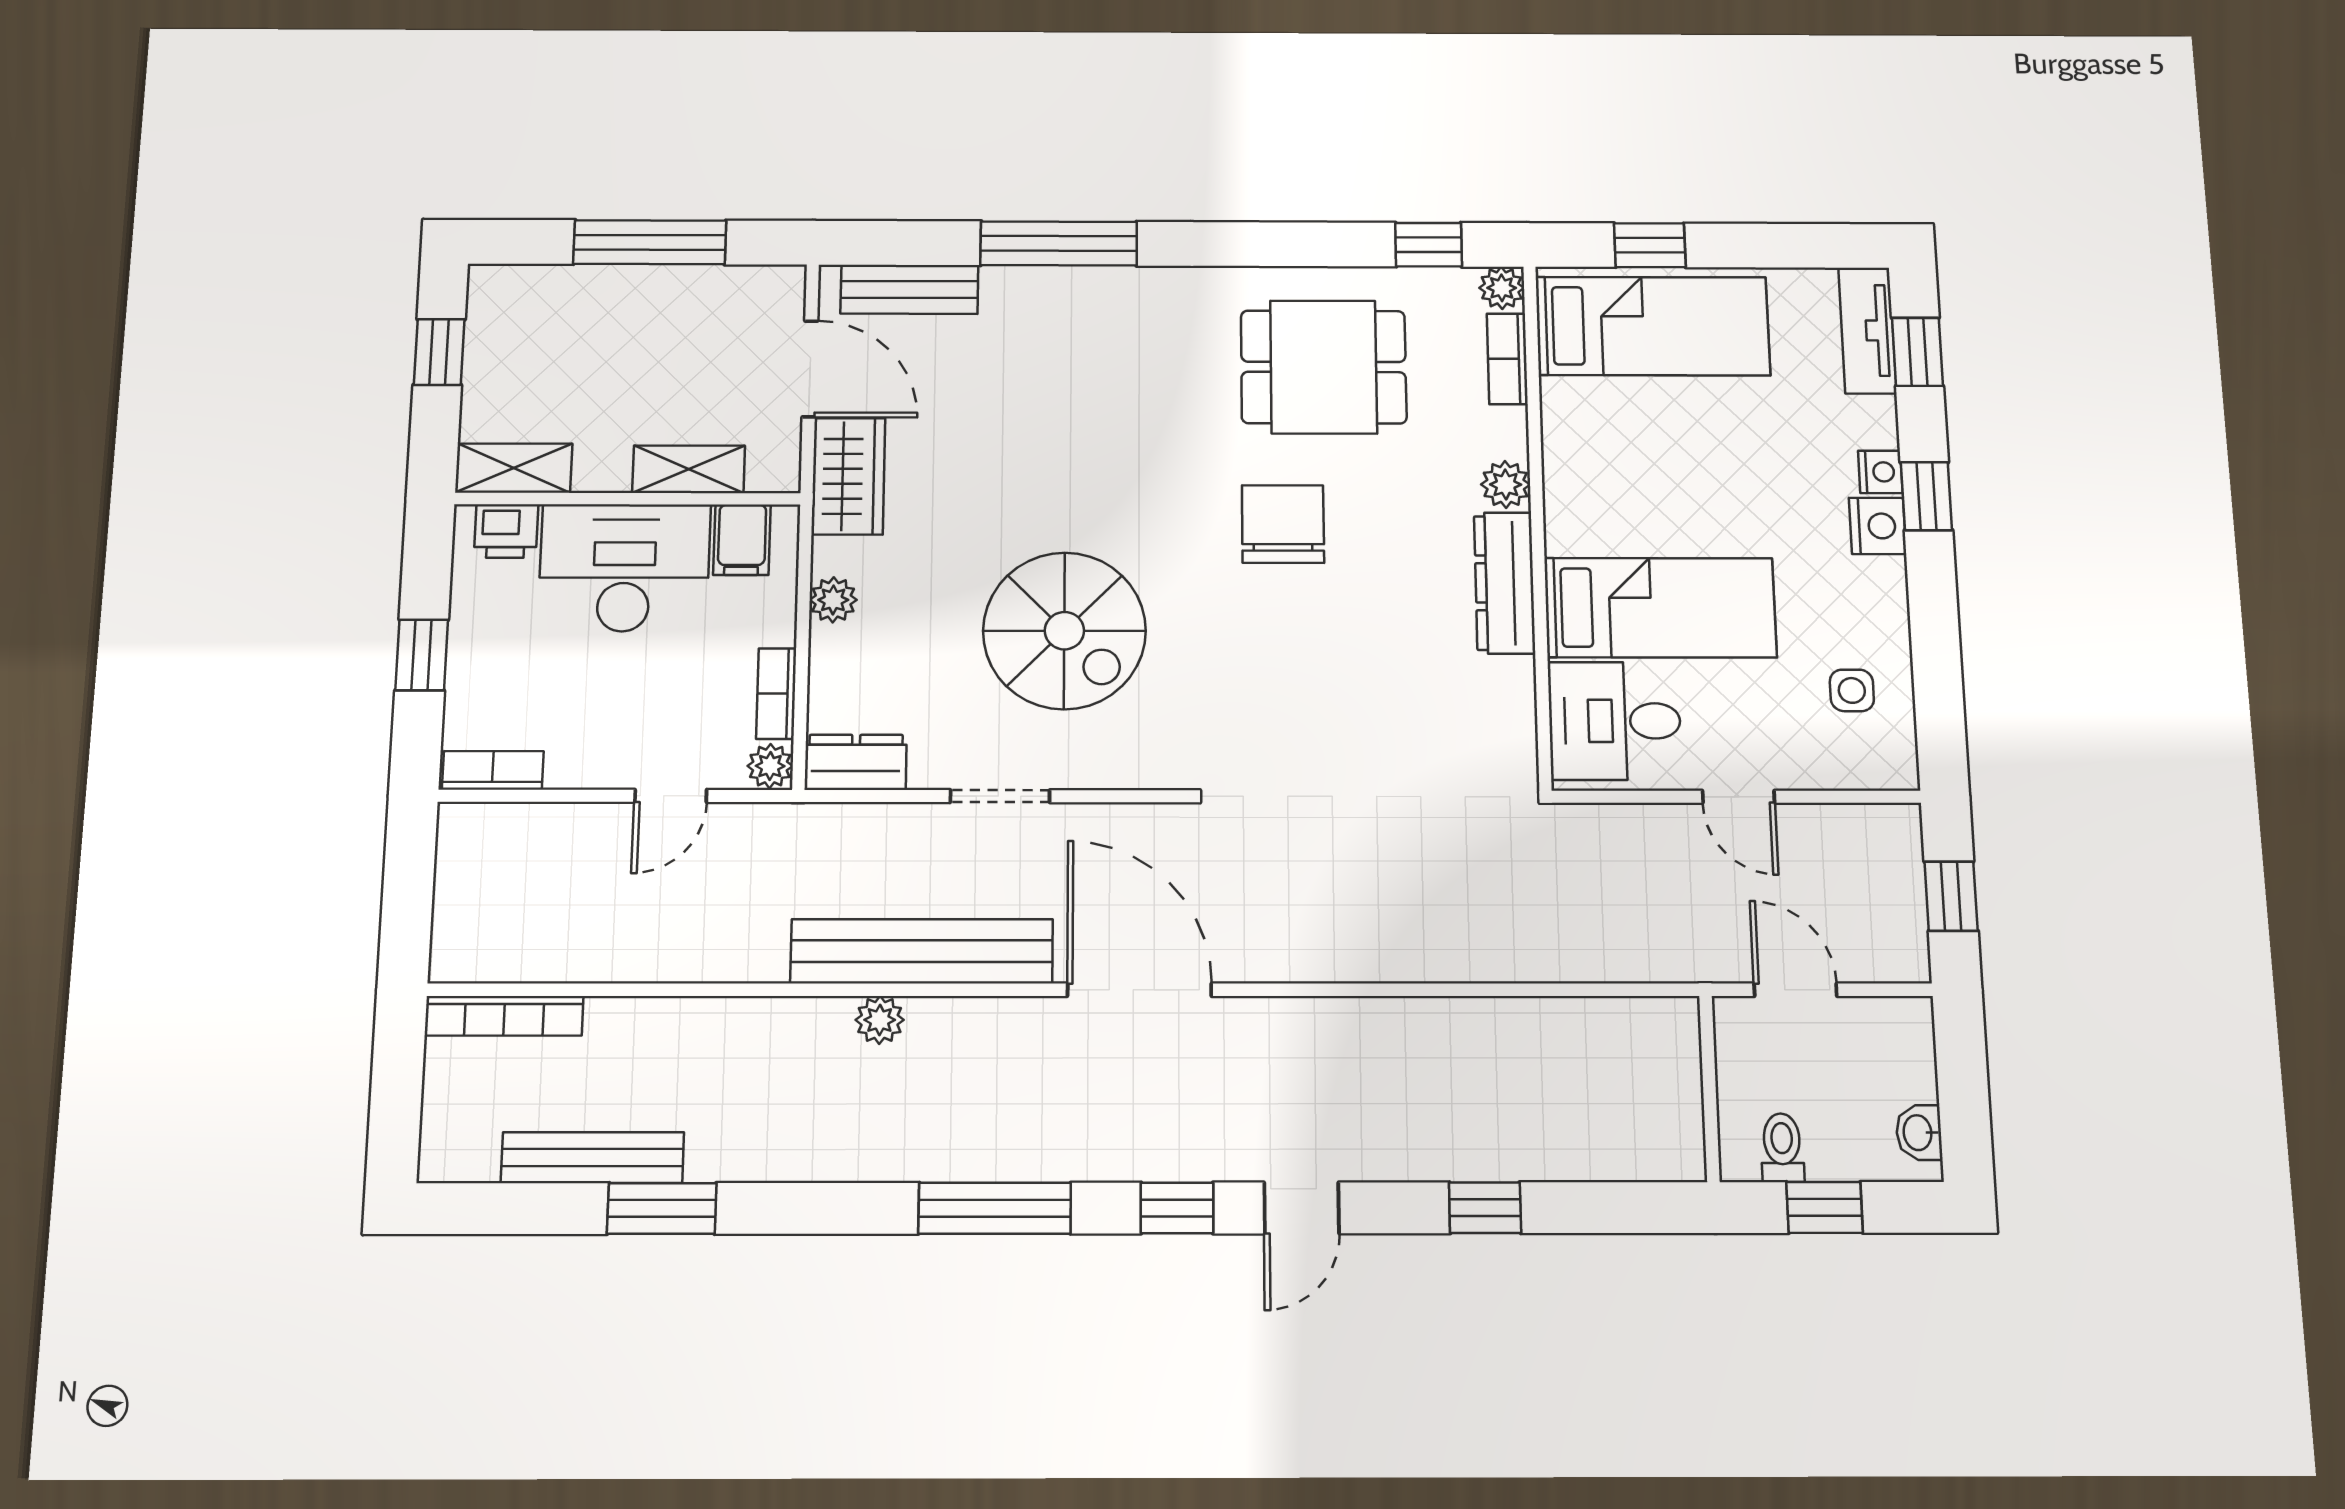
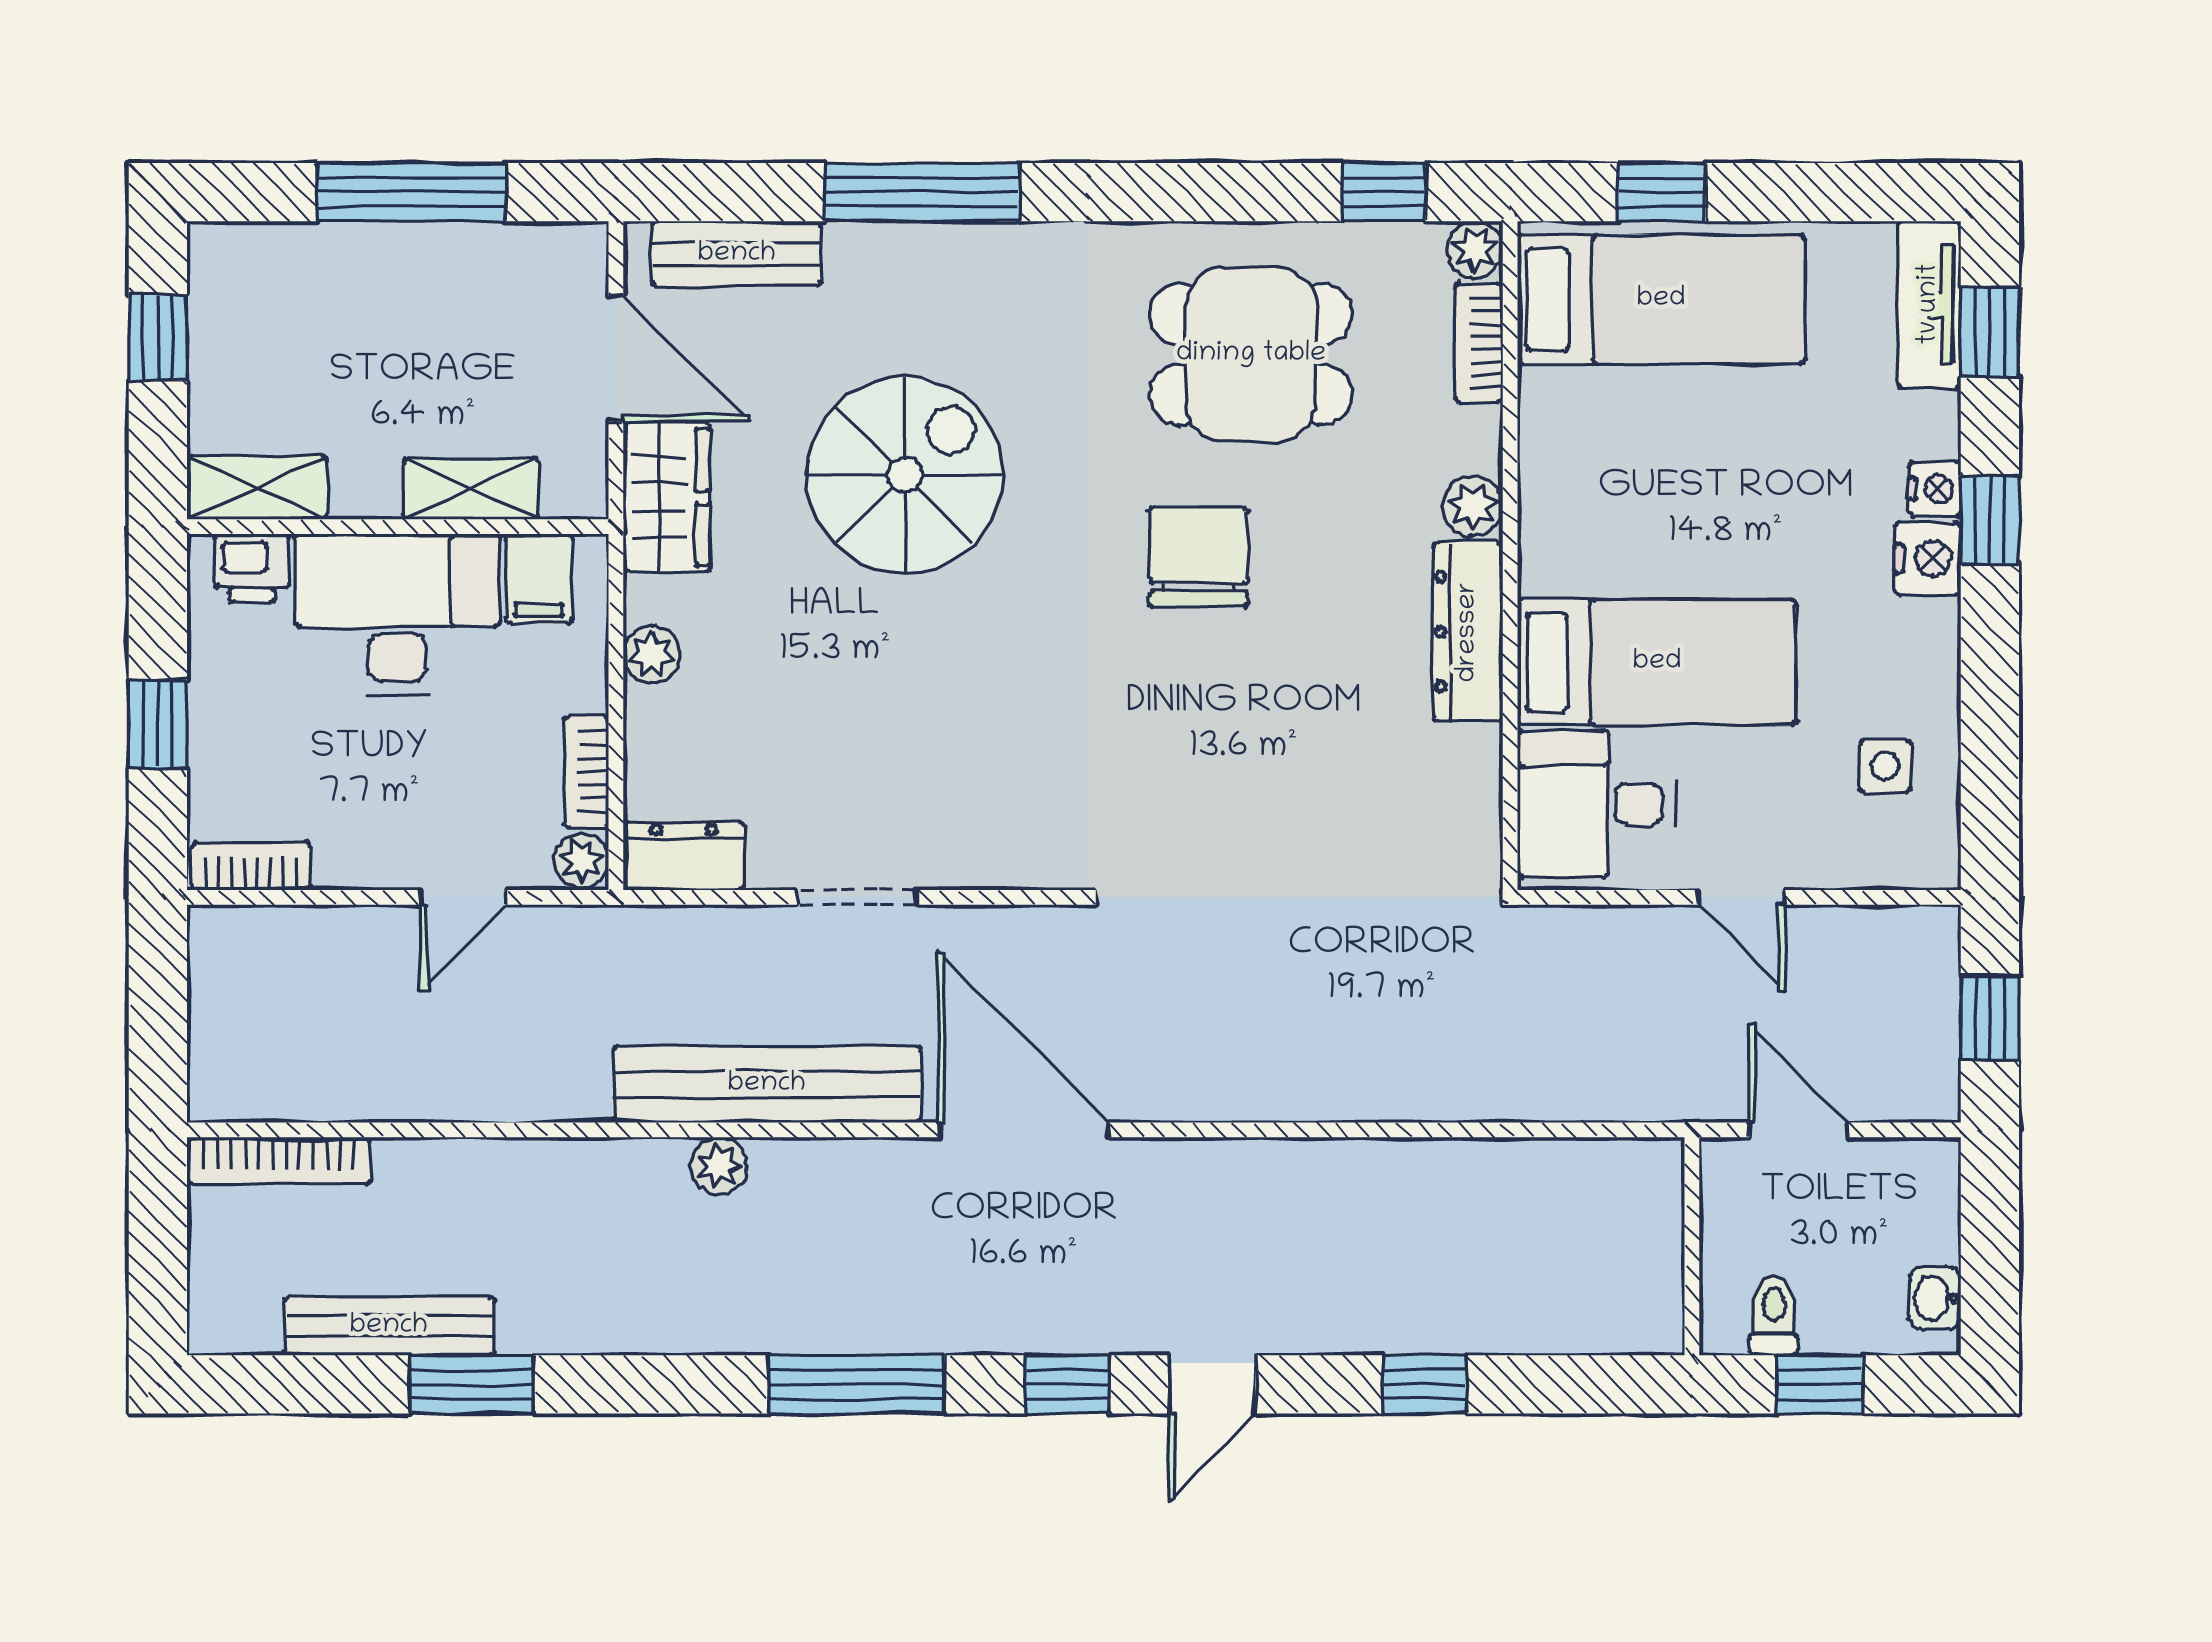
spiral stairs: (1064, 631) -> (905, 475), moved, turned -90

